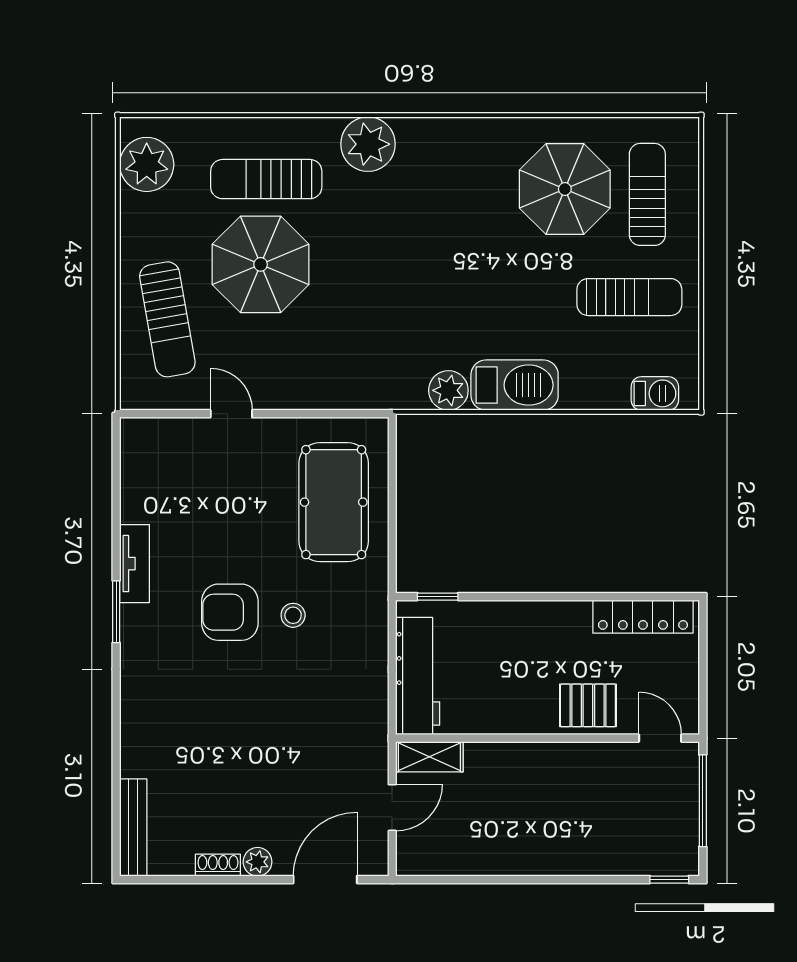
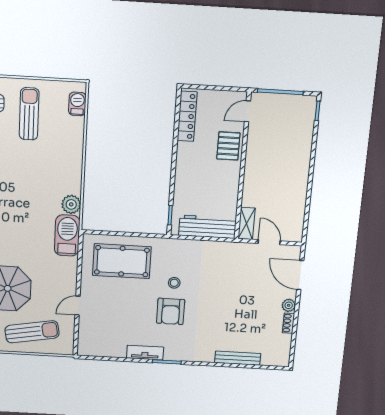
barbecue: (515, 385) -> (67, 235), moved
bench: (133, 828) -> (238, 358), moved

